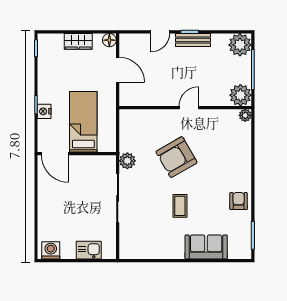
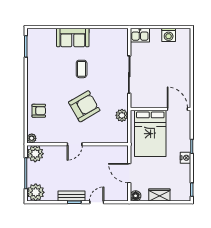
nightstand: (44, 111) -> (186, 158), moved
bed: (83, 122) -> (150, 133), width x1.50
plant: (127, 161) -> (122, 115), moved
armchair: (239, 201) -> (39, 111), moved, turned -90
sofa: (206, 247) -> (73, 38), moved
washing machine: (51, 250) -> (169, 35), moved
kitchen sink: (89, 250) -> (140, 35), moved

